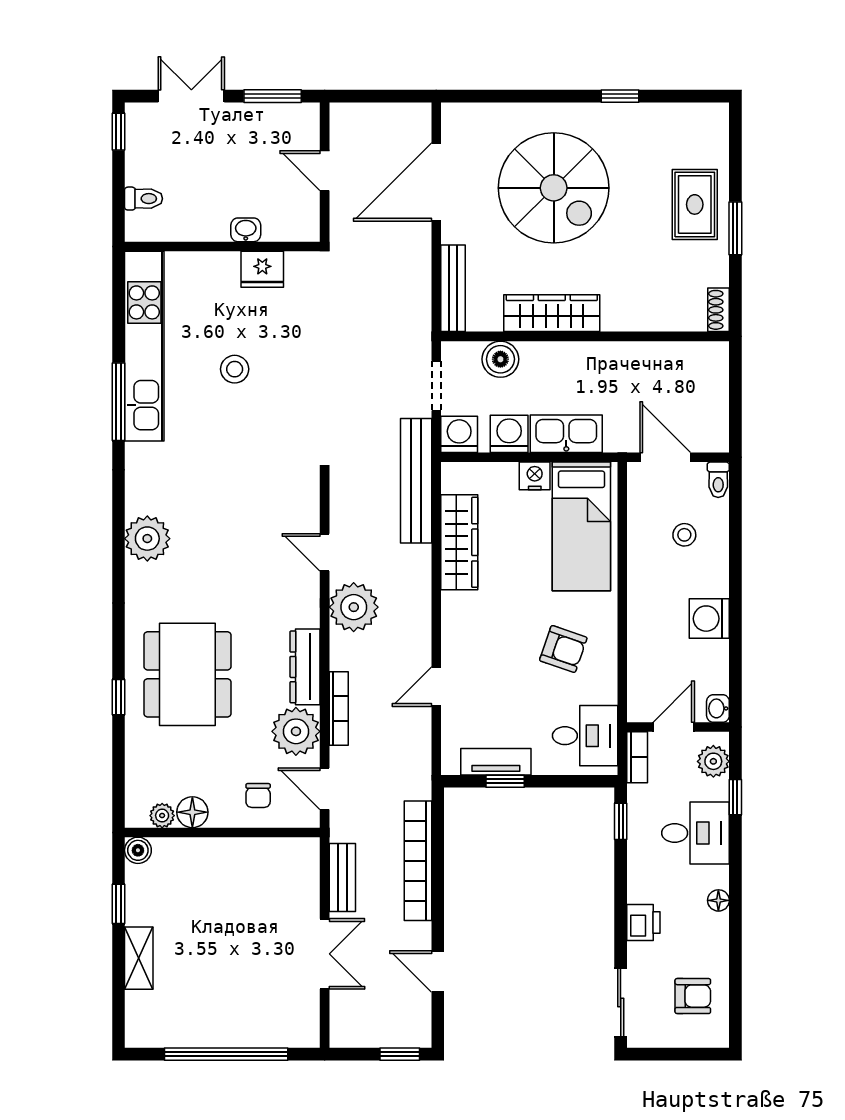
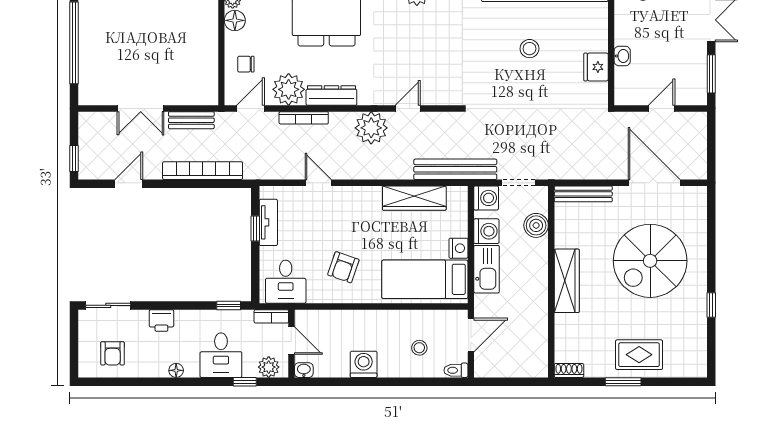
wardrobe: (552, 313) -> (567, 281), moved

